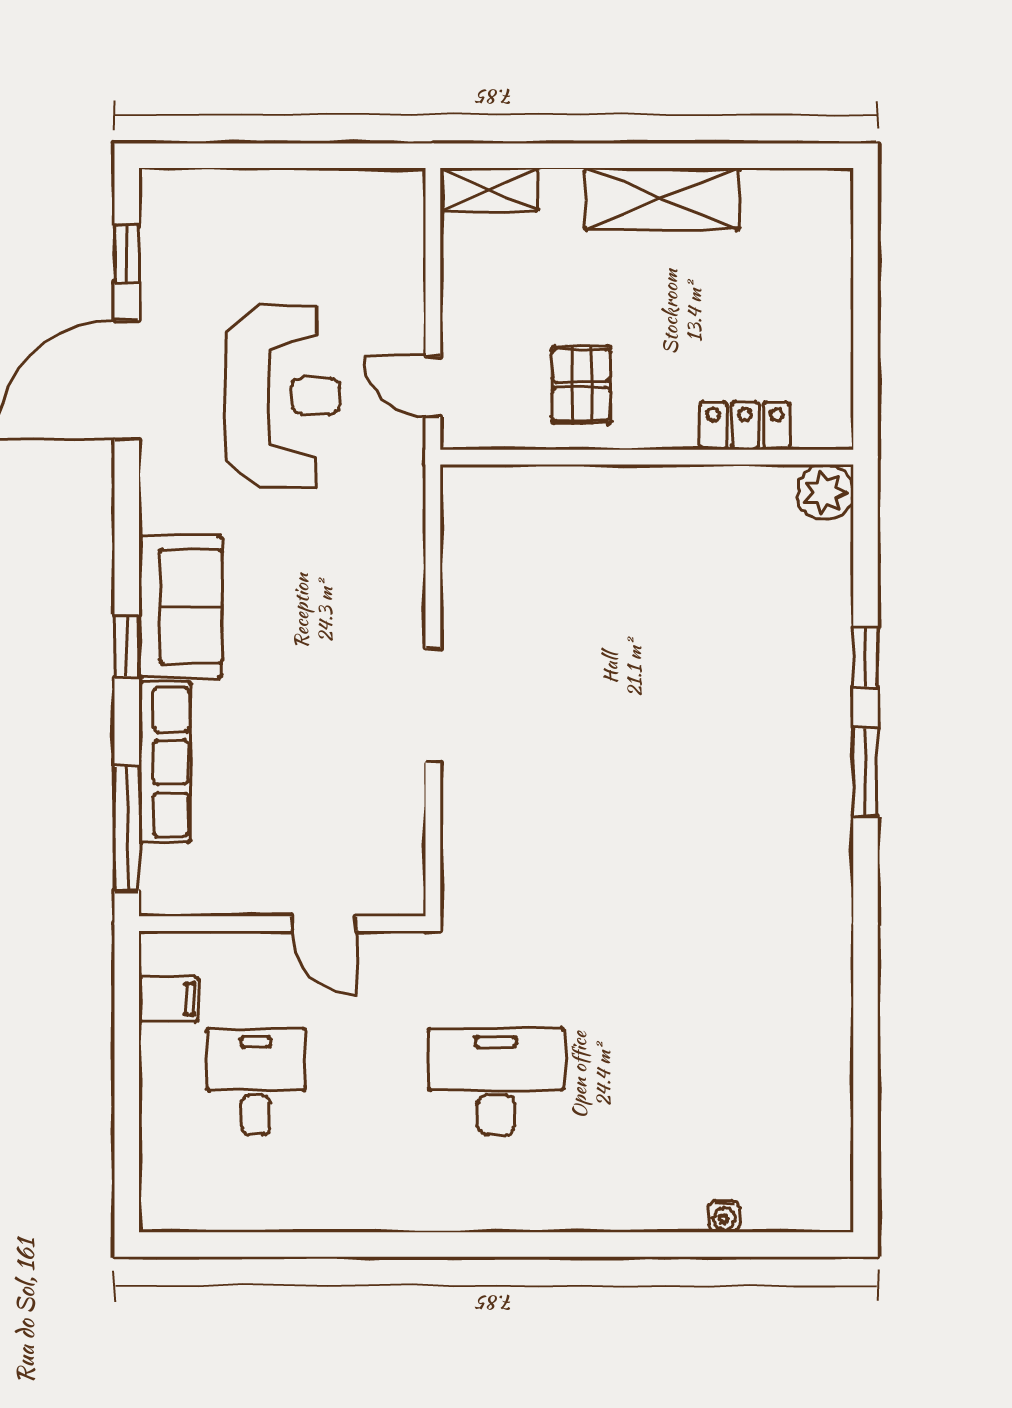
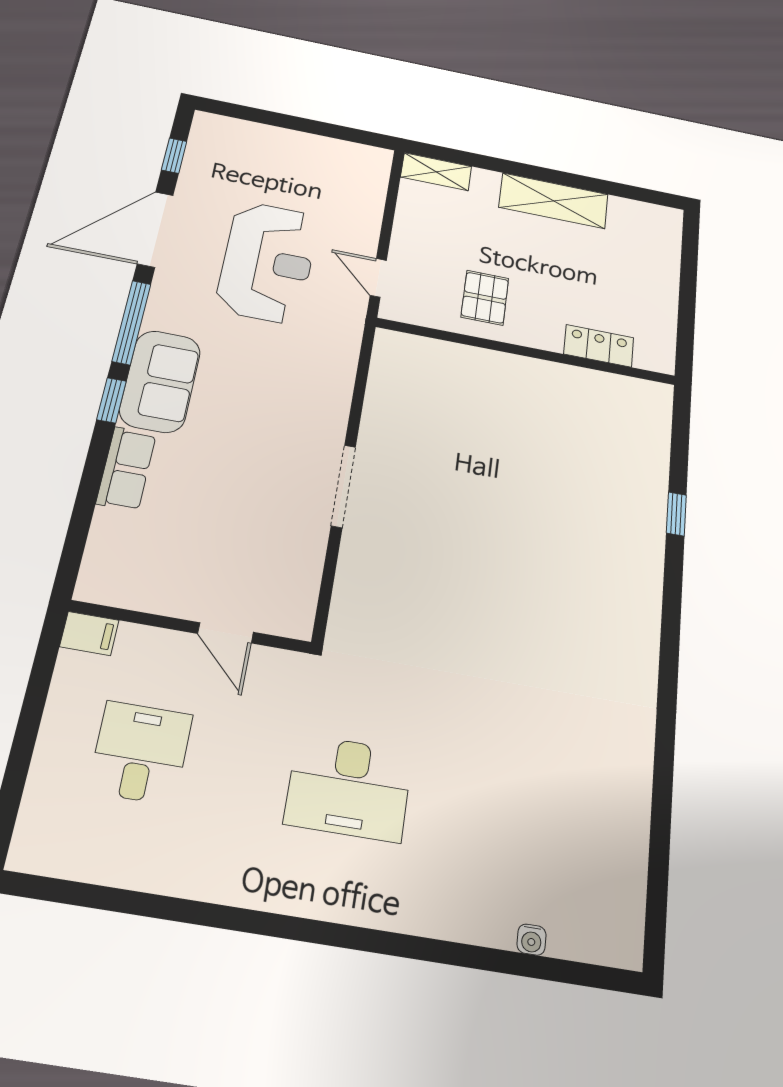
plant: (825, 492) -> (653, 399), removed
row of seats: (165, 762) -> (126, 469), width x0.68
window: (865, 772) -> (672, 595), removed
window: (127, 828) -> (131, 322), moved
filing cabinet: (169, 999) -> (89, 633), moved
desk: (496, 1082) -> (349, 788), turned 180

